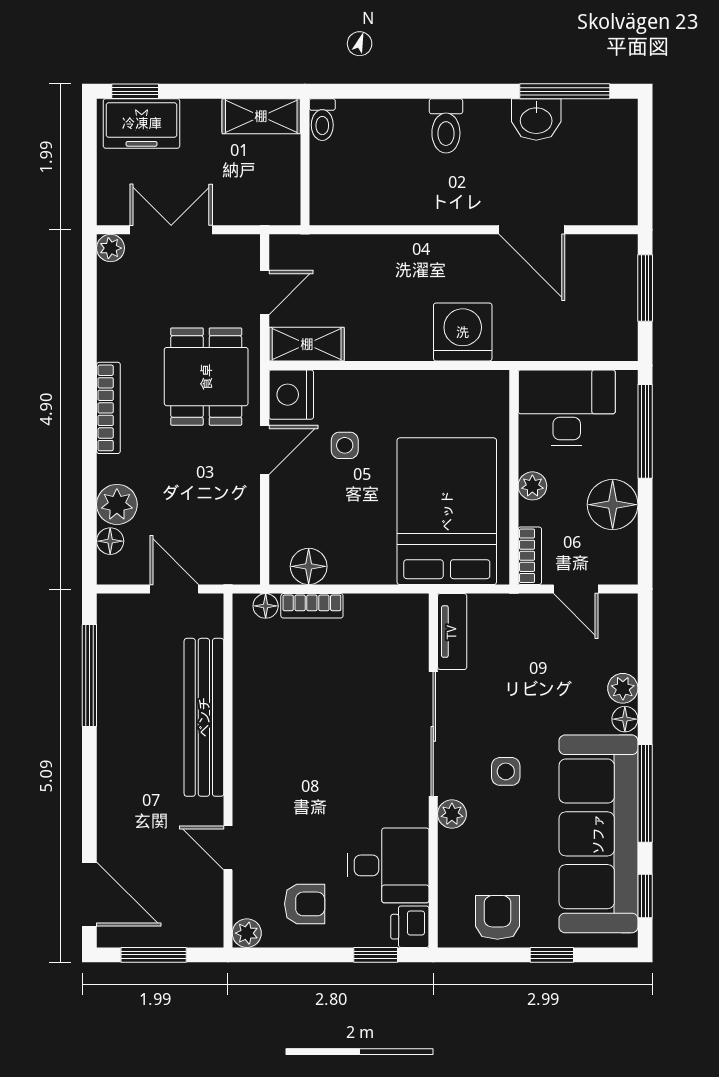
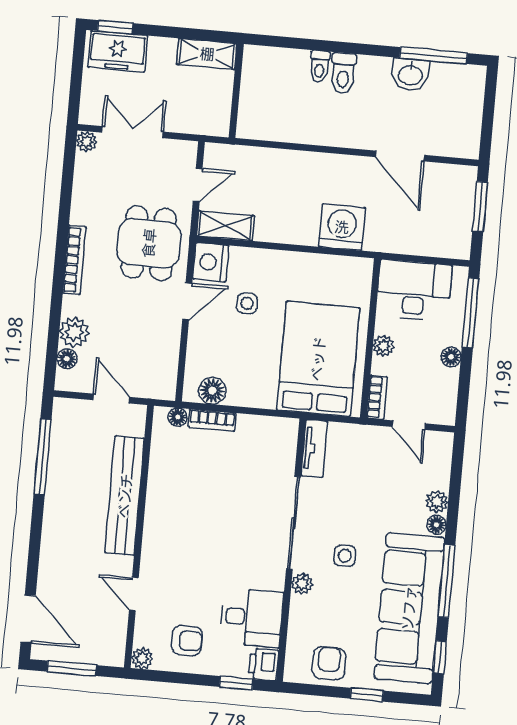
toilet: (322, 120) -> (320, 67), moved
floor lamp: (613, 505) -> (451, 357), width x0.53, depth x0.53

